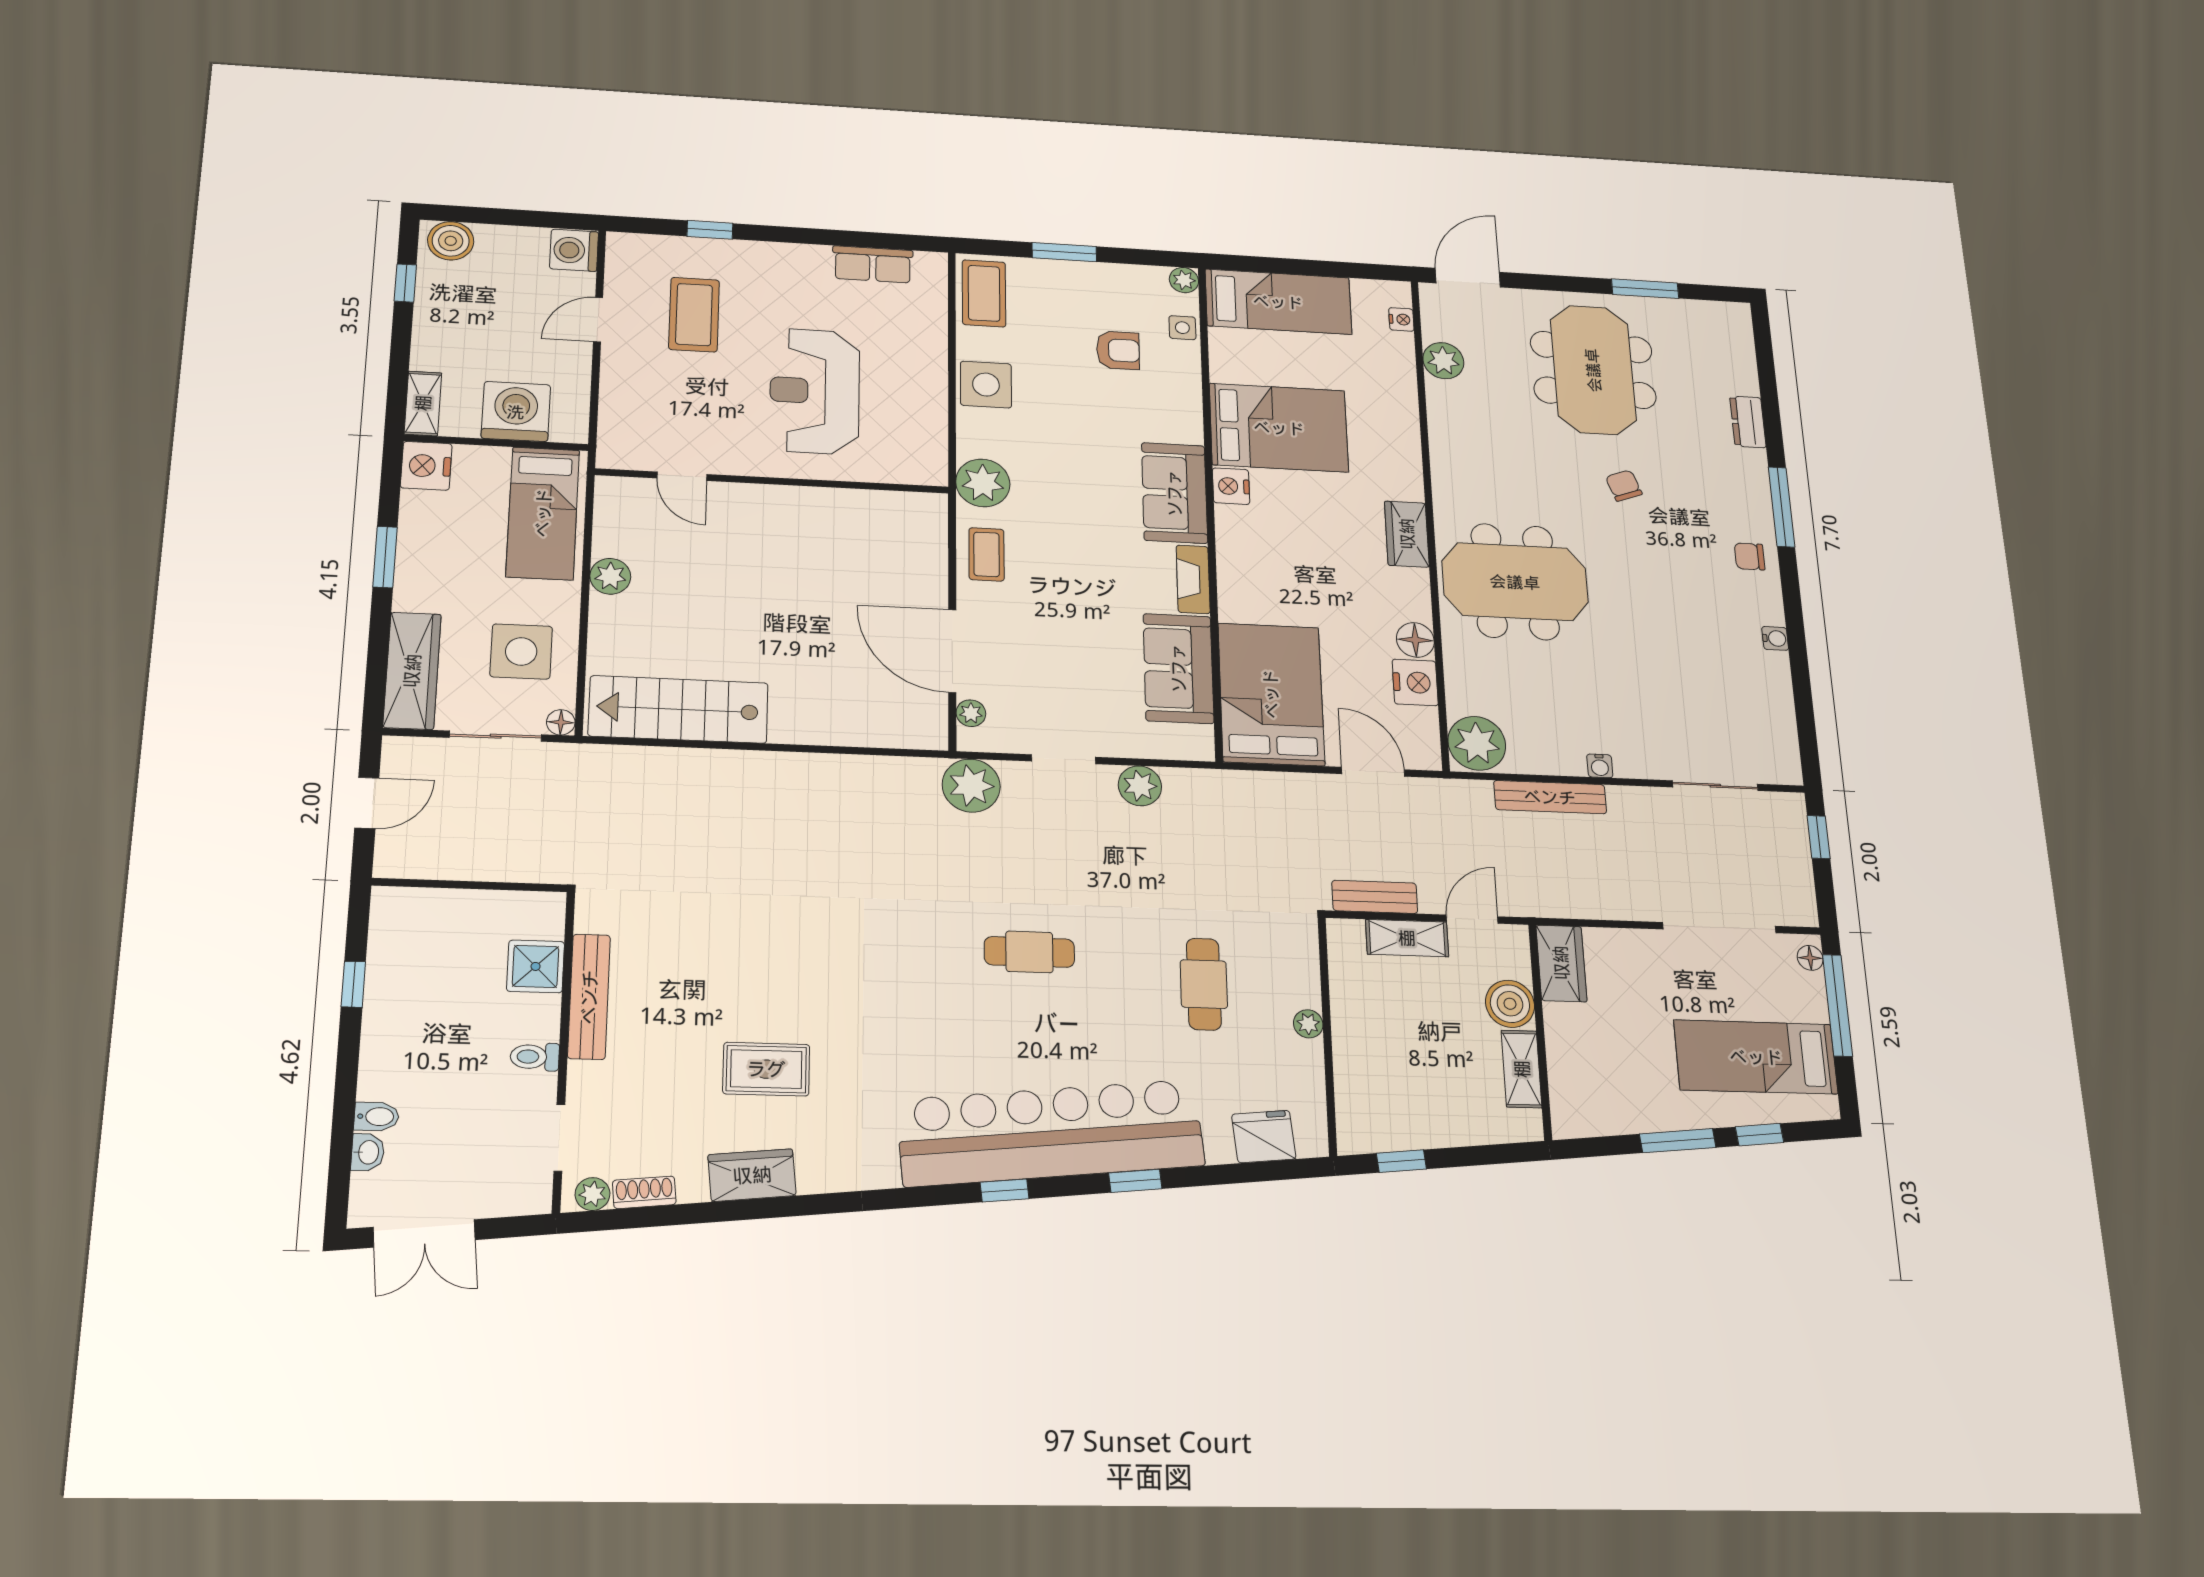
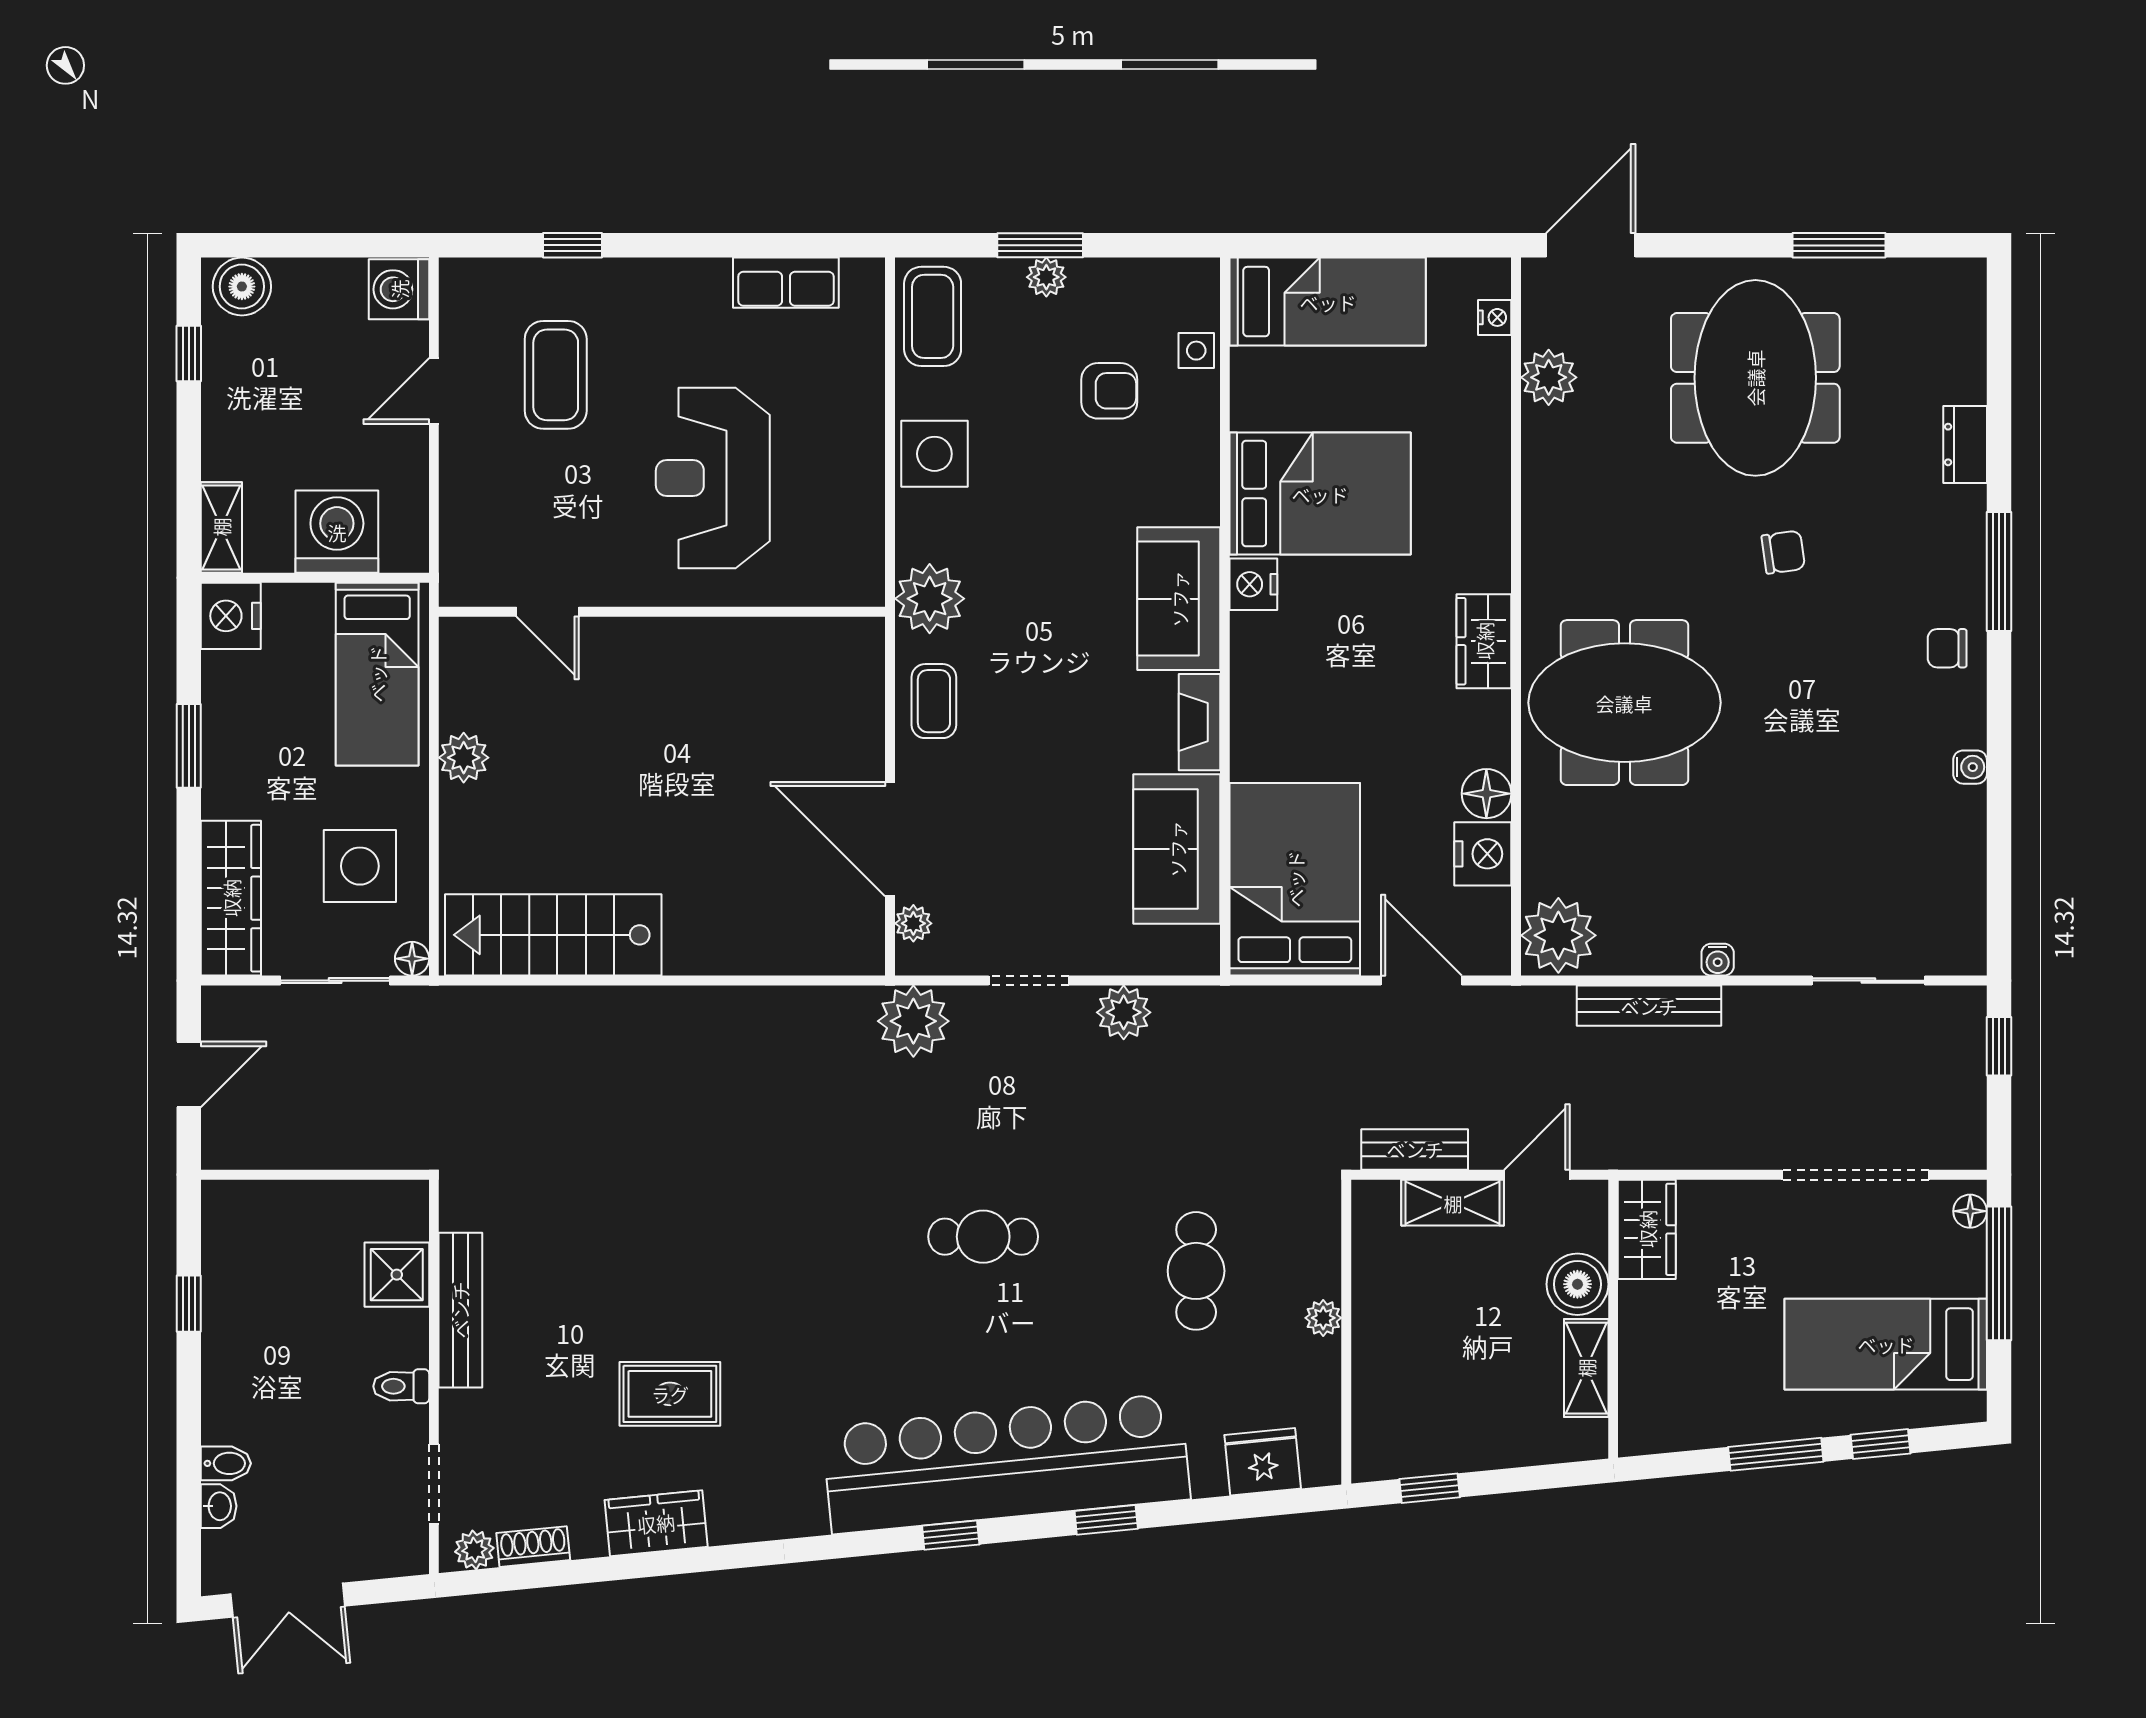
plant: (1184, 280) -> (1046, 277), moved
chair: (1624, 486) -> (1783, 552), turned 102

